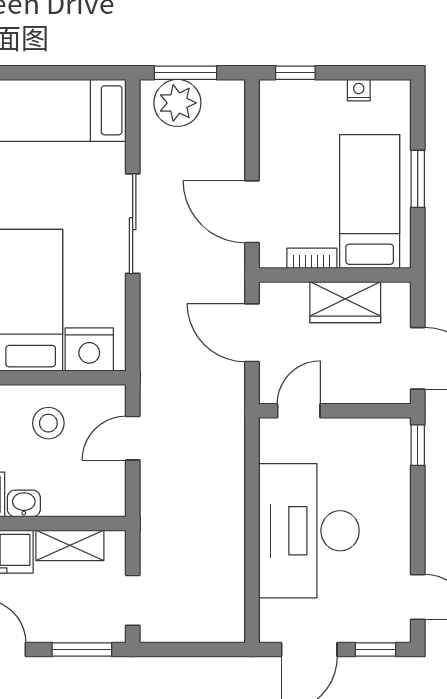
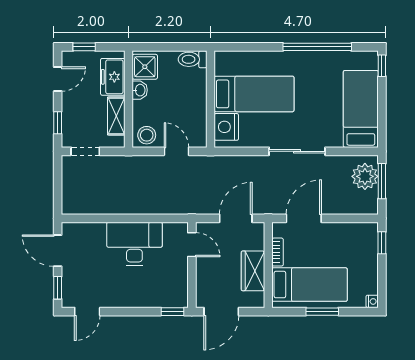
nightstand: (359, 90) -> (372, 301), moved
stool: (48, 423) -> (147, 135), moved
desk: (309, 531) -> (134, 244), width x0.73, depth x0.77
window: (82, 649) -> (58, 123), width x0.67

